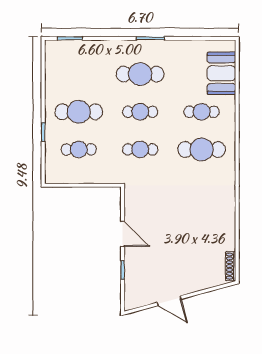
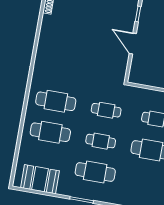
booth: (221, 73) -> (40, 179), moved, turned 90
cafe table: (202, 112) -> (50, 132), width x1.37, depth x1.35

